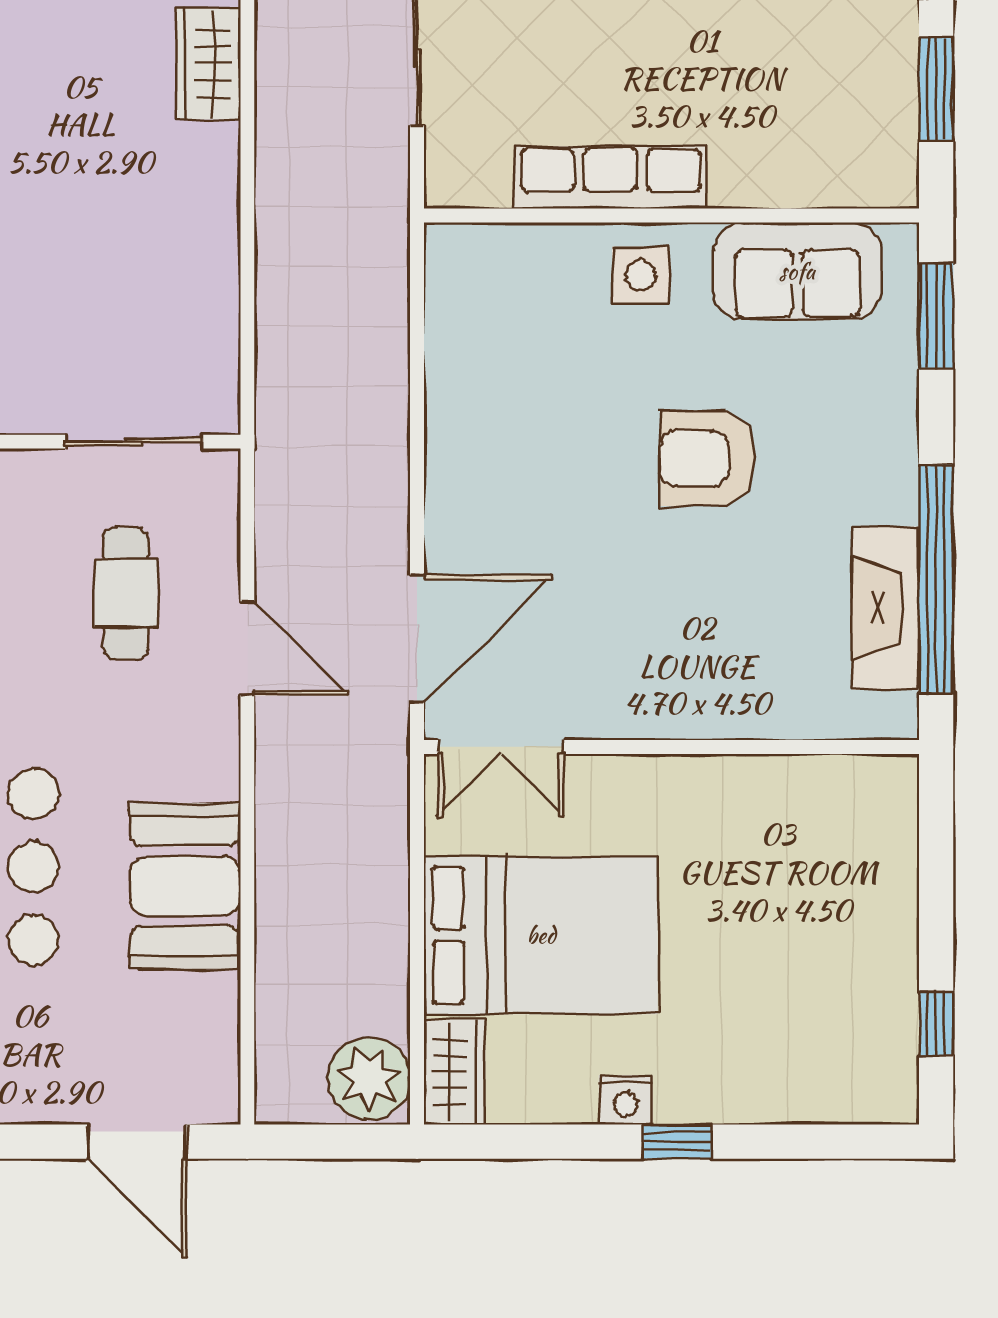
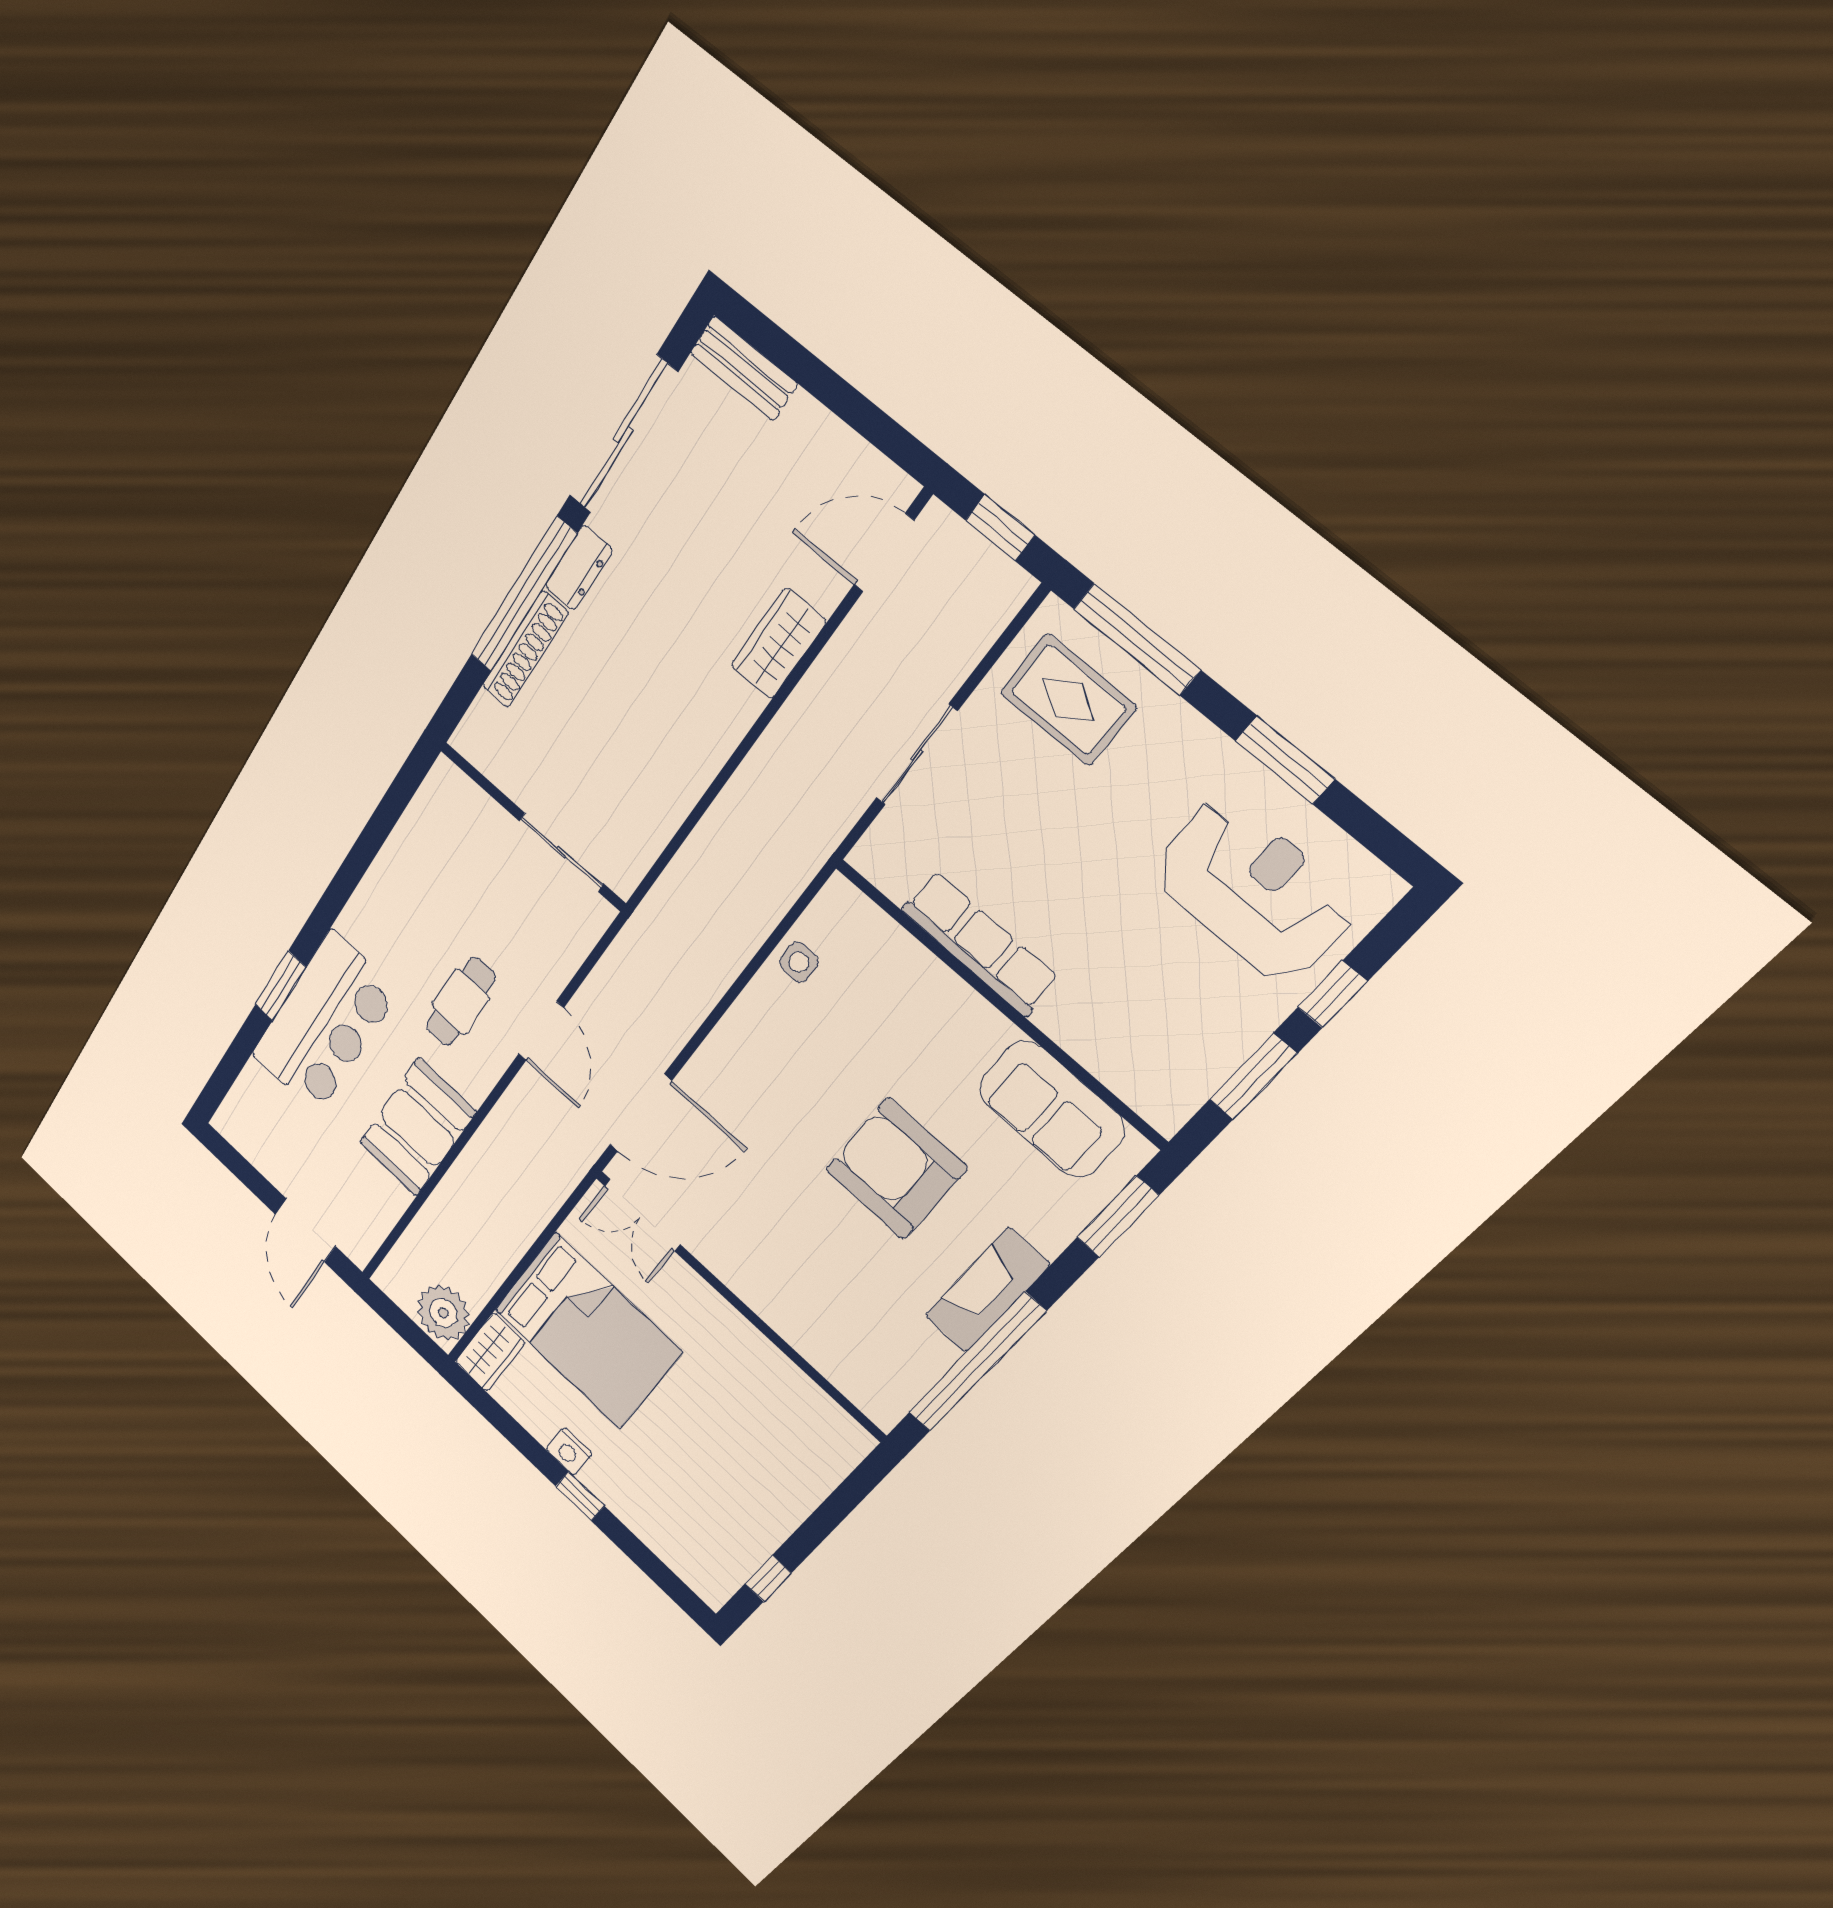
side table: (640, 275) -> (799, 962), moved, width x0.73, depth x0.73
armchair: (708, 458) -> (896, 1169), width x1.36, depth x1.36
cafe table: (126, 593) -> (461, 1002), moved
fireplace: (886, 608) -> (987, 1290), moved

